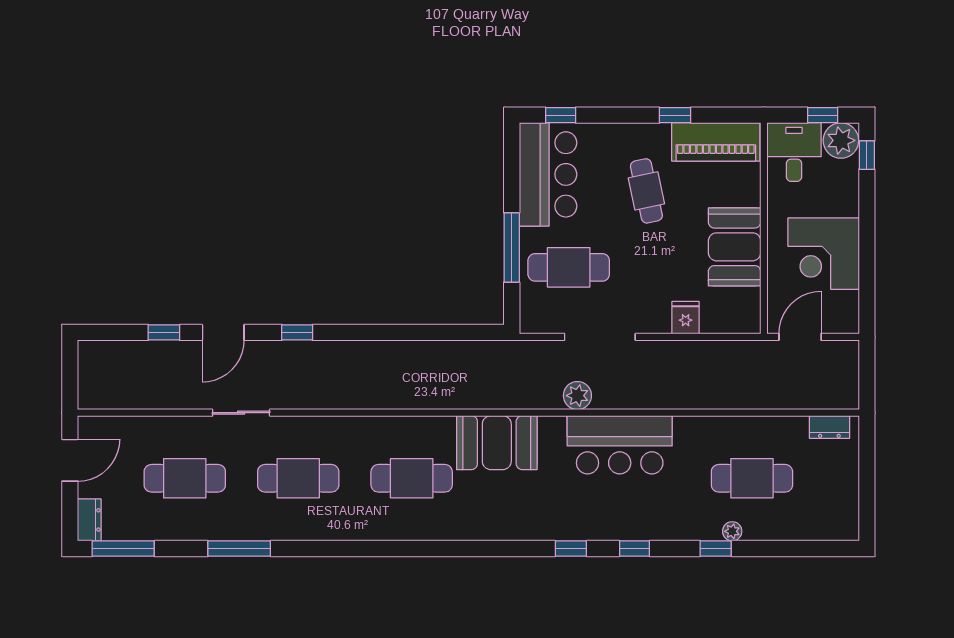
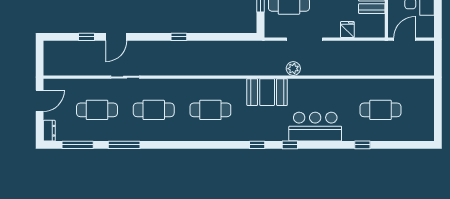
window: (297, 332) -> (179, 37), moved
dresser: (829, 427) -> (419, 84), removed
booth: (497, 443) -> (267, 92), moved
bar counter: (620, 445) -> (315, 127), moved, turned 180
plant: (732, 531) -> (371, 136), removed
window: (123, 548) -> (78, 145), moved
window: (635, 548) -> (257, 145), moved

